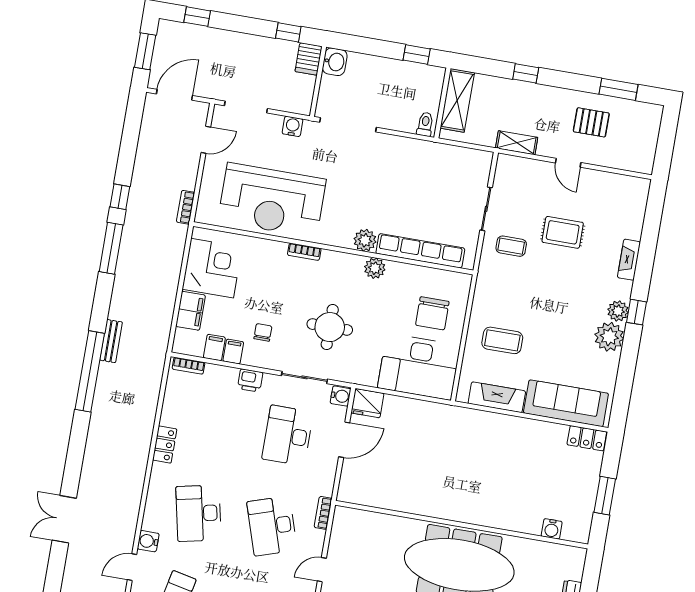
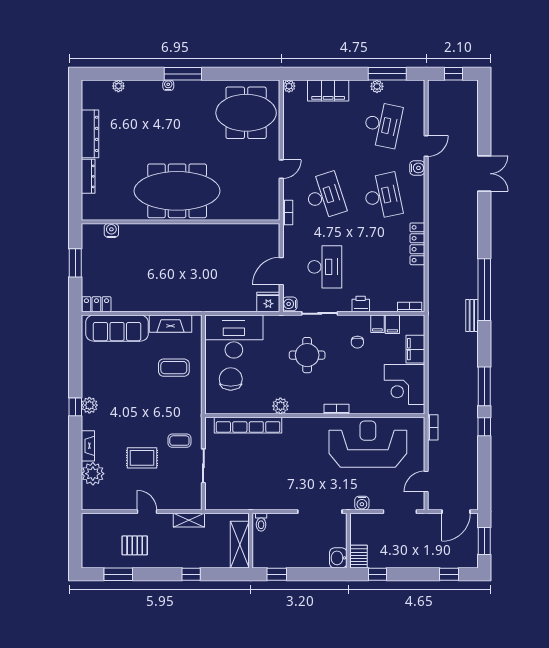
plant: (365, 240) -> (292, 426), removed
plant: (609, 337) -> (93, 474), moved
locker: (165, 445) -> (417, 244), width x1.53

